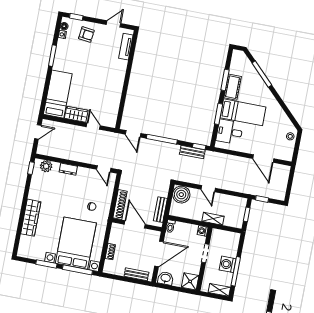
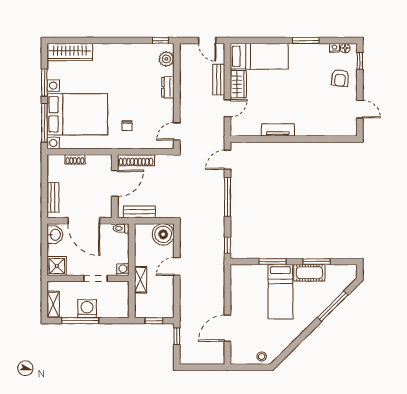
tv unit: (126, 47) -> (278, 130), moved
desk: (230, 132) -> (253, 280), removed
bench: (192, 152) -> (219, 80), moved
wardrobe: (31, 218) -> (70, 52), moved

